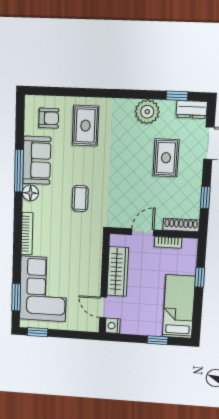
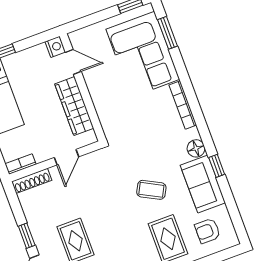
window: (19, 171) -> (217, 166), width x0.46
window: (205, 197) -> (27, 236), moved
coffee table: (80, 198) -> (151, 190), moved, turned -62
bookcase: (168, 242) -> (21, 164), moved

